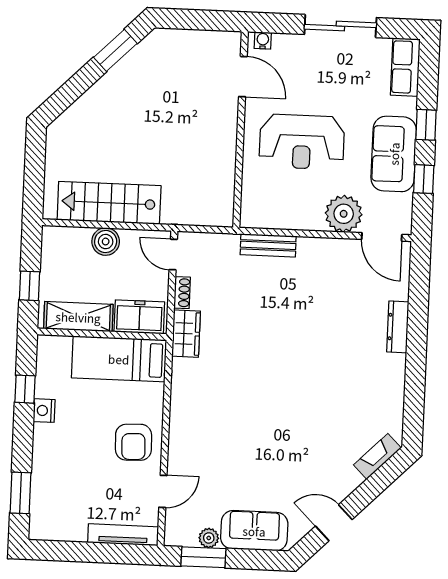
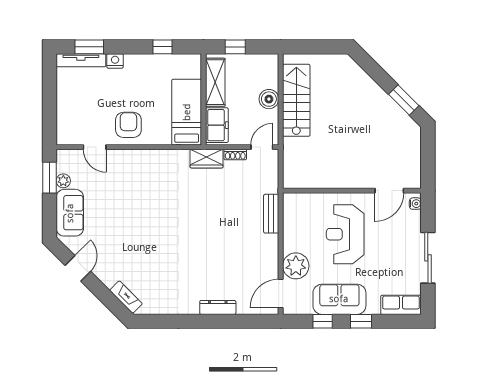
nightstand: (44, 411) -> (115, 61), moved
armchair: (133, 442) -> (128, 125), turned 92
tv unit: (123, 535) -> (81, 60), moved, turned 90

